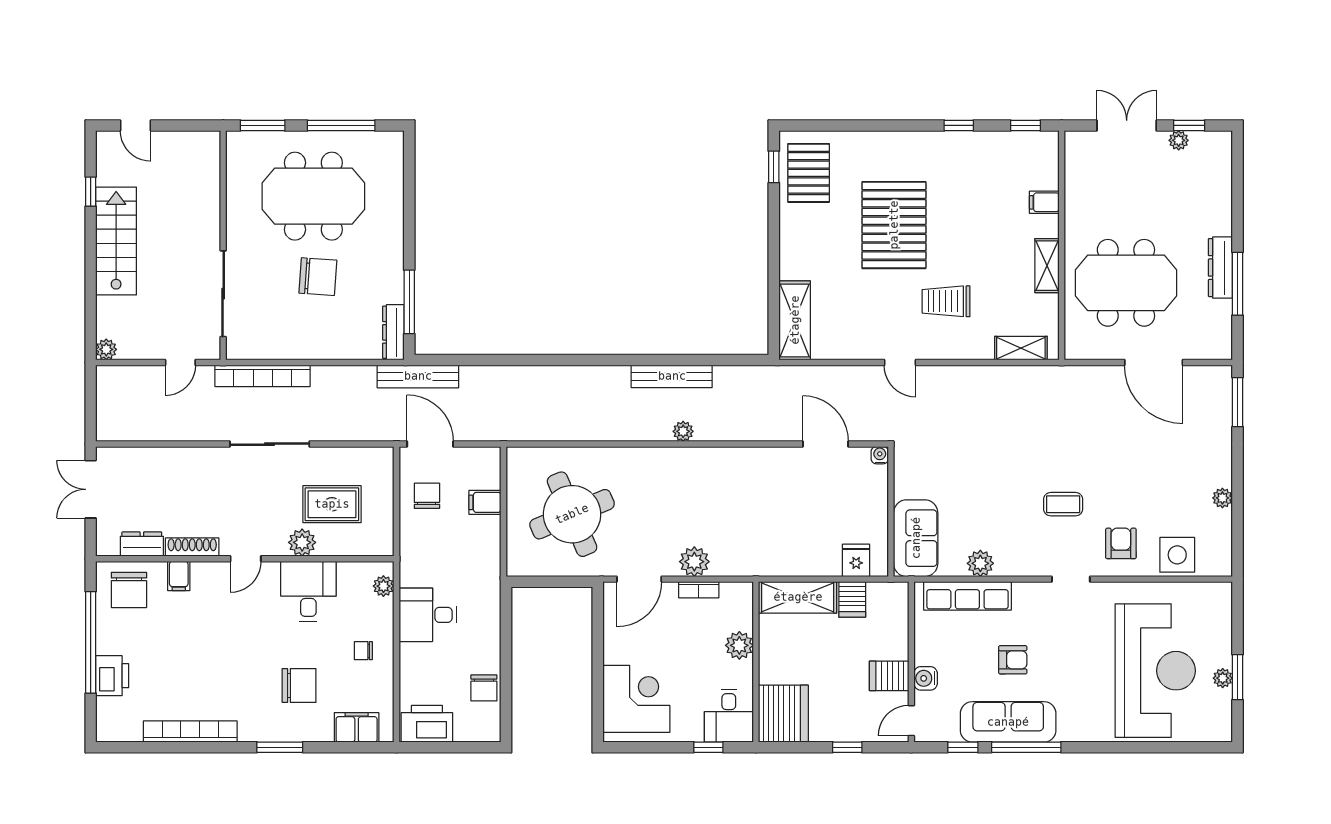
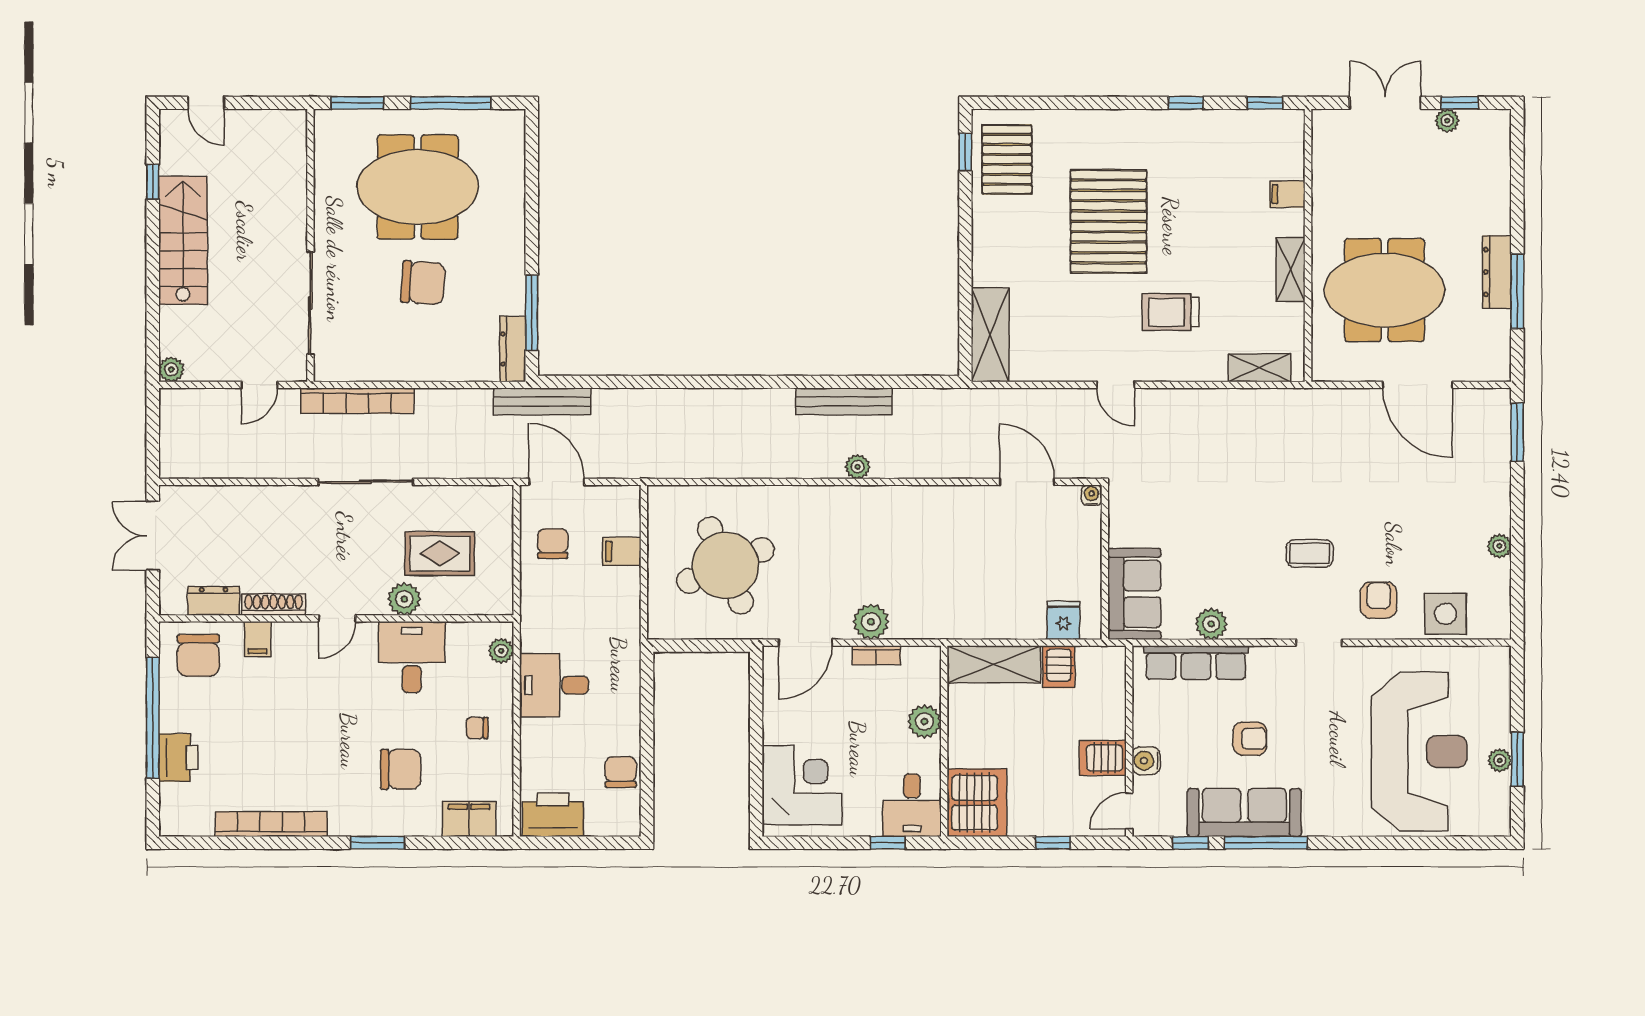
chair: (484, 688) -> (621, 772), turned 180

